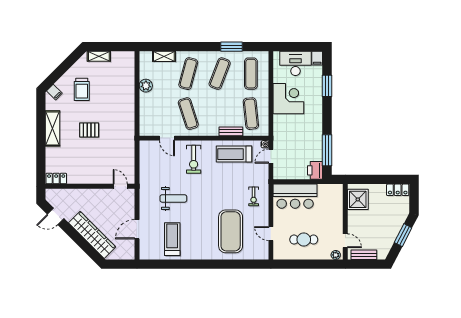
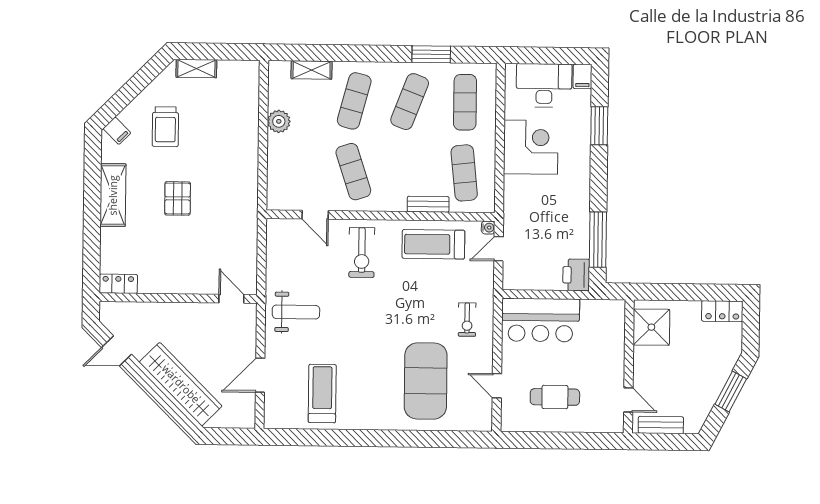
pallet: (89, 130) -> (178, 198), turned 90
weight bench: (173, 198) -> (296, 312), moved
plant: (336, 255) -> (611, 425), removed

